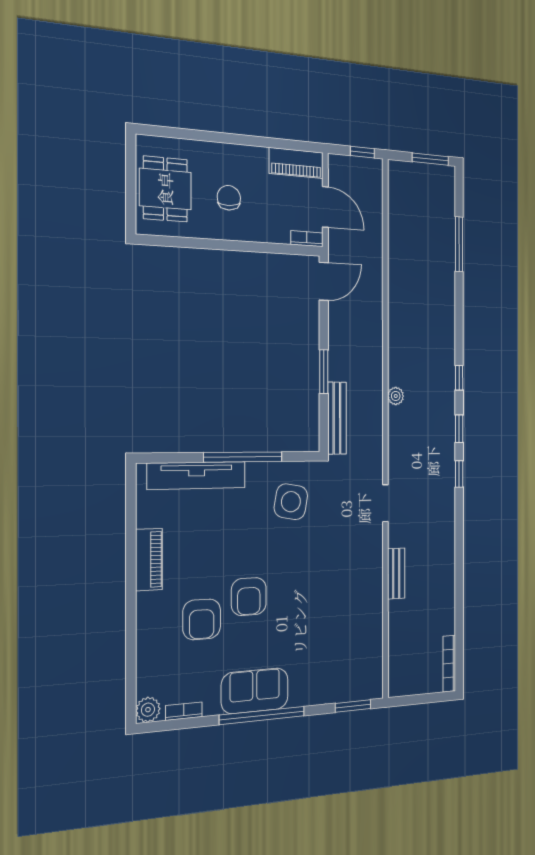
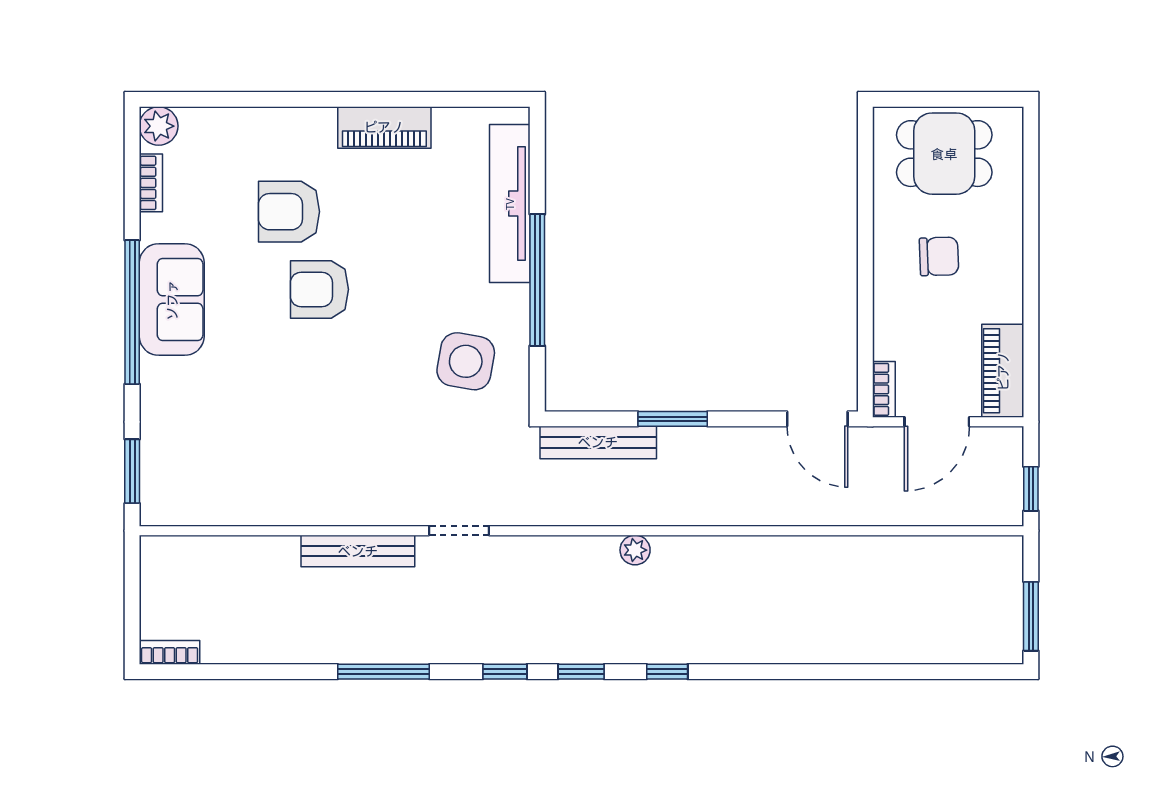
window: (459, 244) -> (384, 672), moved
bench: (396, 574) -> (358, 551), width x1.36
bookcase: (449, 664) -> (170, 652), width x0.64

